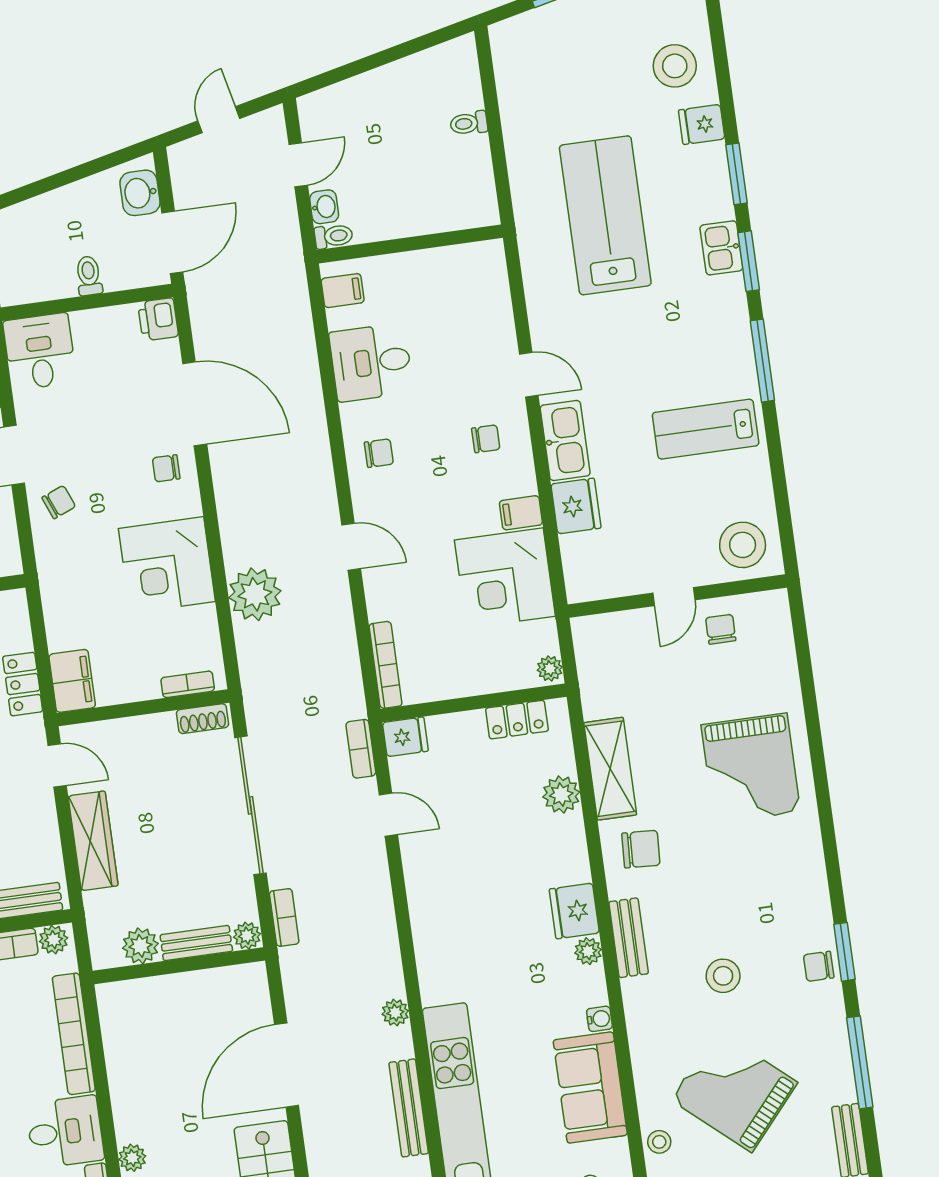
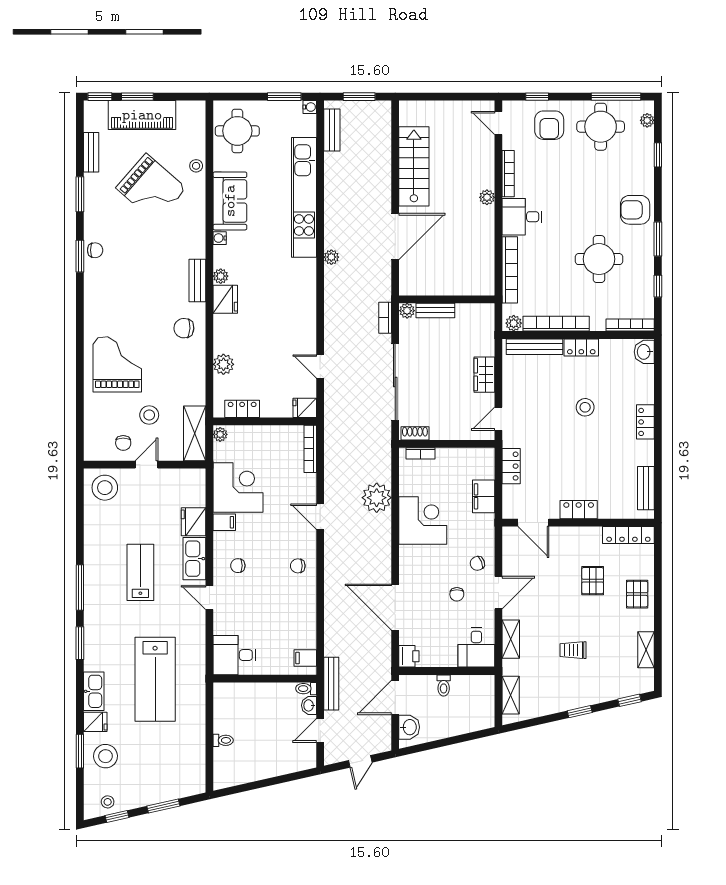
window: (736, 174) -> (80, 751), moved
kitchen sink: (721, 248) -> (94, 691), moved, width x1.38
desk: (371, 362) -> (234, 655), moved, turned 180
lab bench: (706, 429) -> (140, 572), moved, turned -90
chair: (166, 468) -> (457, 594), moved, turned 90
filing cabinet: (72, 681) -> (484, 496), moved
bookcase: (361, 749) -> (330, 405), removed
door: (57, 765) -> (498, 419), hinge flipped
shelving: (610, 769) -> (195, 433), moved
wardrobe: (93, 841) -> (484, 375), width x0.67
plant: (140, 946) -> (466, 313), removed
stool: (723, 976) -> (149, 415), moved
window: (860, 1062) -> (80, 194), width x0.69
bench: (409, 1108) -> (331, 684), moved

